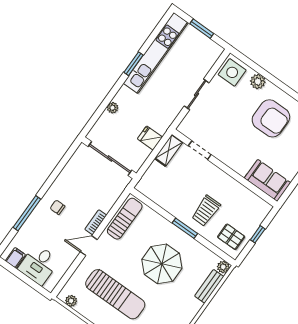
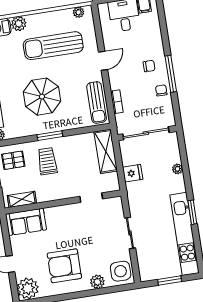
shelving: (169, 150) -> (106, 151), moved, width x1.50, depth x1.33
chair: (66, 180) -> (161, 90), added
shelving: (254, 201) -> (22, 199), added
window: (27, 213) -> (171, 74), moved
bookcase: (96, 222) -> (117, 102), moved

